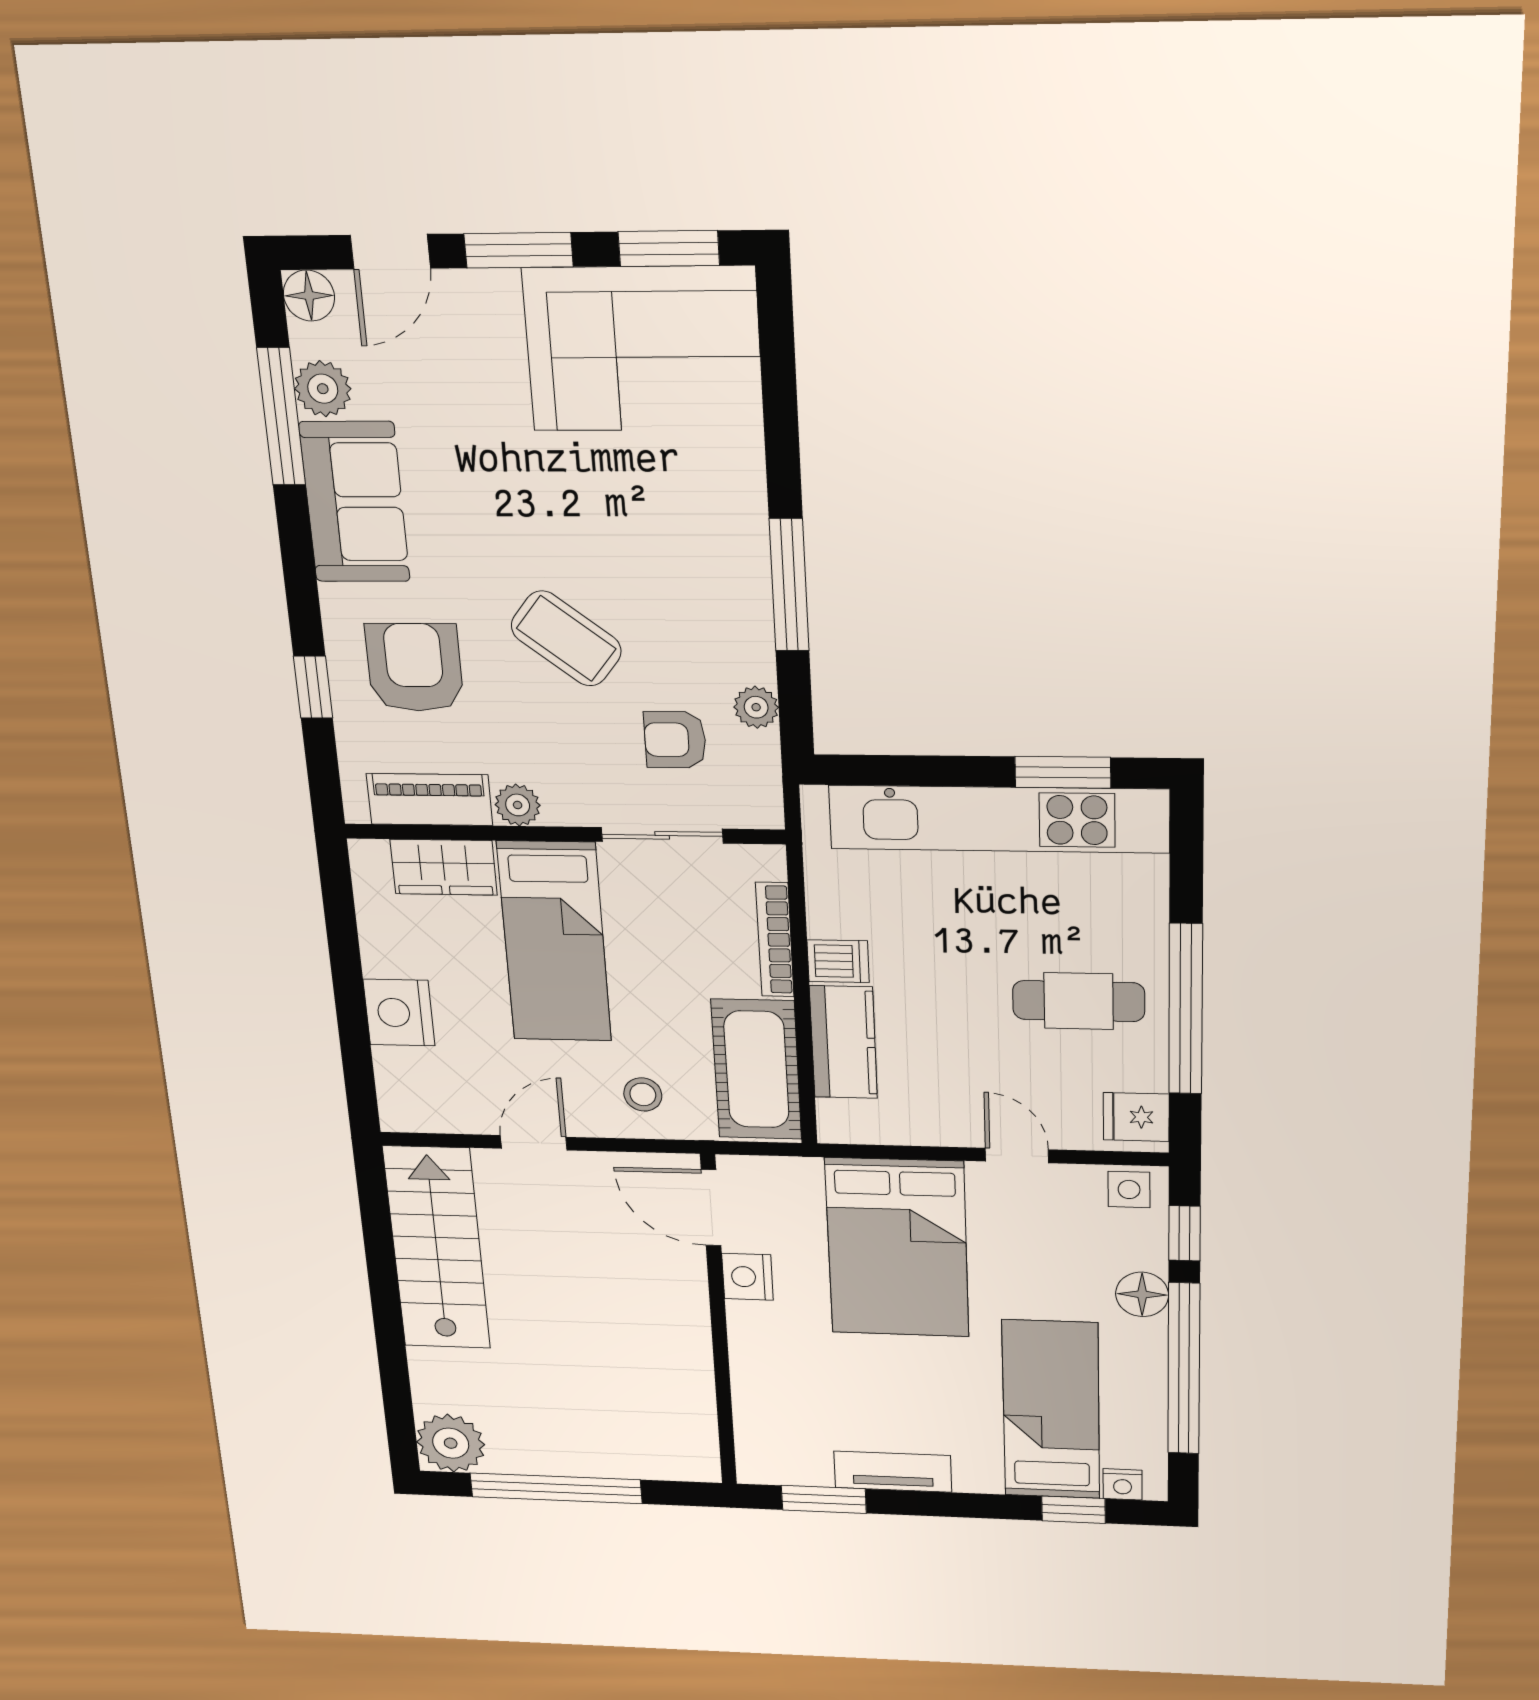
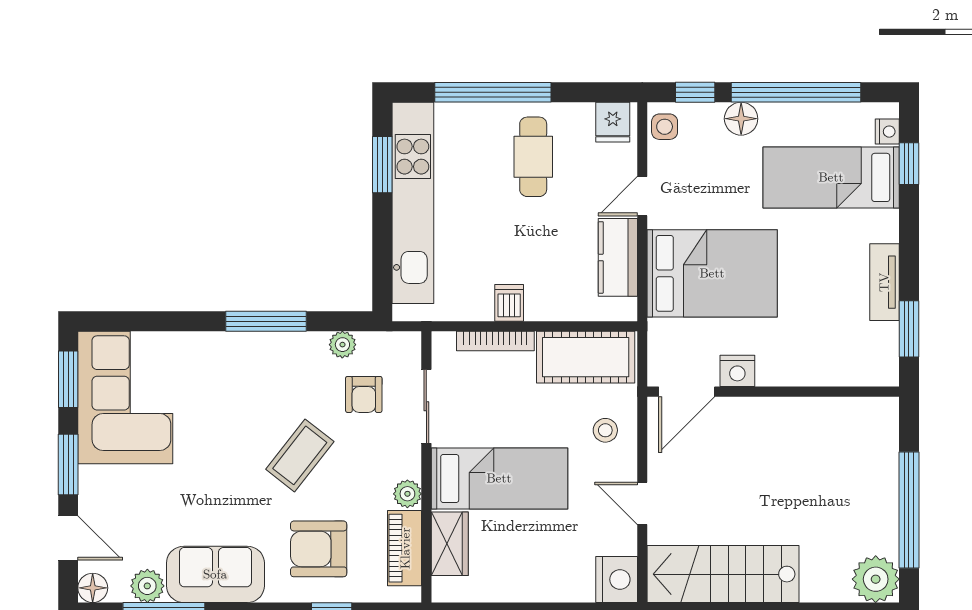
window: (1186, 1009) -> (493, 92), moved
nightstand: (399, 1013) -> (617, 579), moved, turned -90
kitchen counter: (843, 1042) -> (618, 257), moved, turned -90

